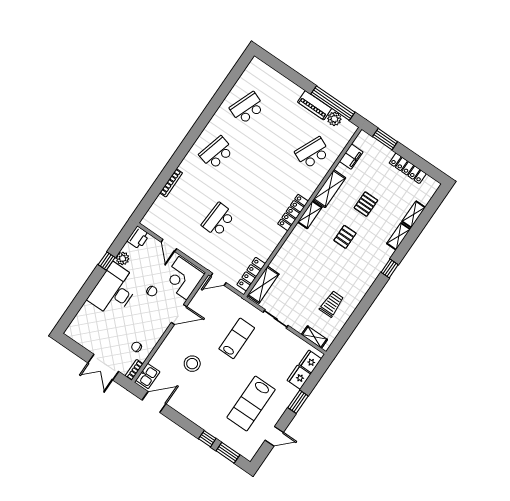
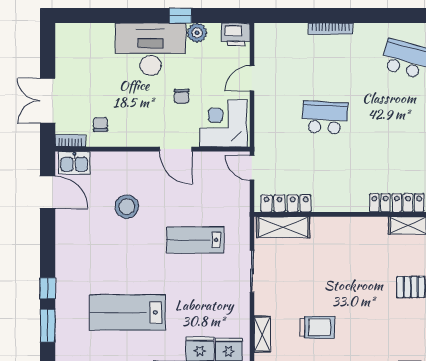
lab bench: (237, 338) -> (195, 240), turned 180

